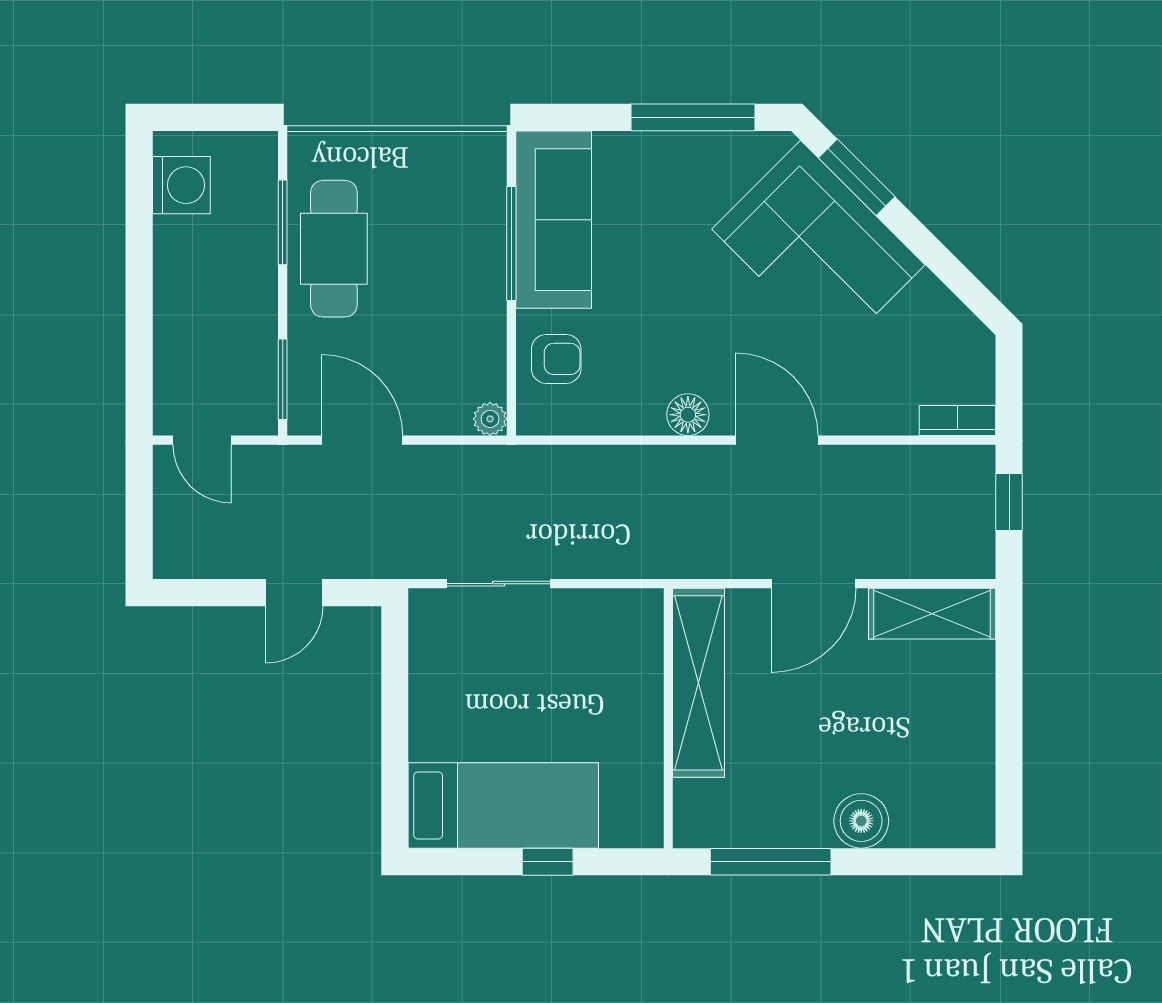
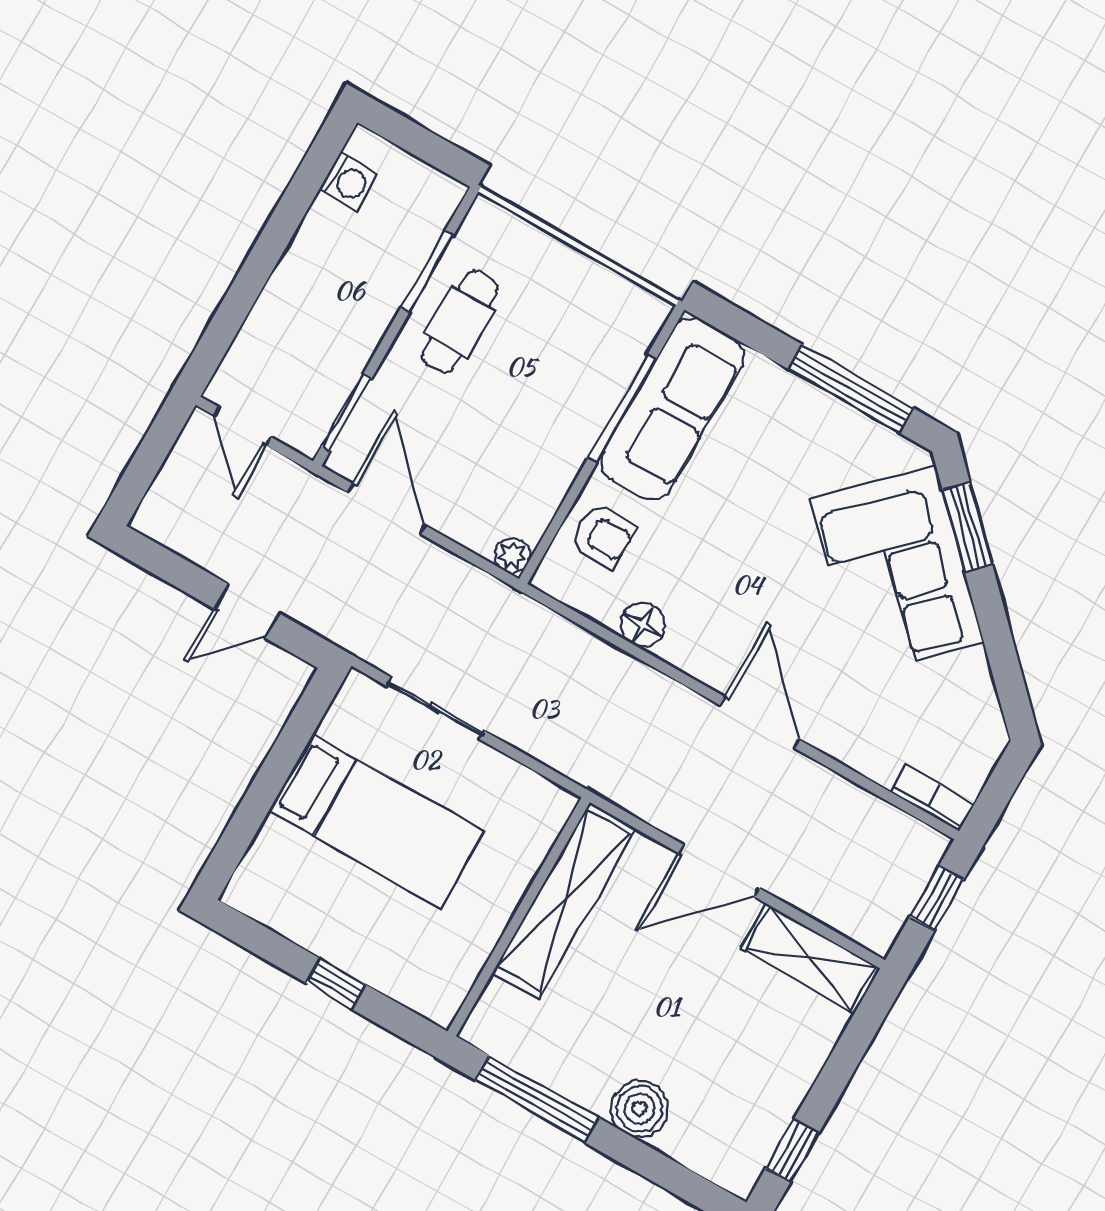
washing machine: (181, 185) -> (348, 182), width x0.73, depth x0.73
cafe table: (334, 249) -> (460, 322), width x0.73, depth x0.74
floor lamp: (688, 415) -> (643, 625), moved
window: (1009, 782) -> (792, 1150), added
bed: (503, 805) -> (376, 821), moved

